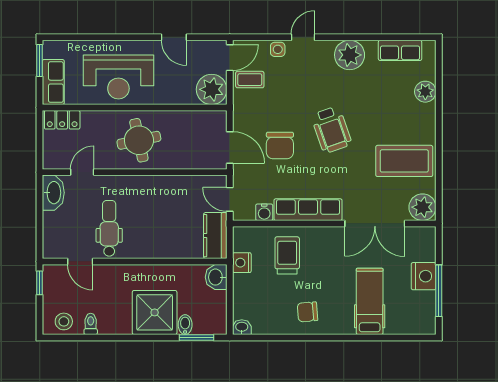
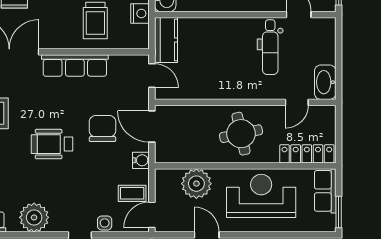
plant: (212, 89) -> (196, 184), moved
locker: (62, 120) -> (307, 154), width x1.53
wheelchair: (331, 130) -> (52, 144), turned -71
water cooler: (264, 212) -> (141, 160), moved, turned 90

